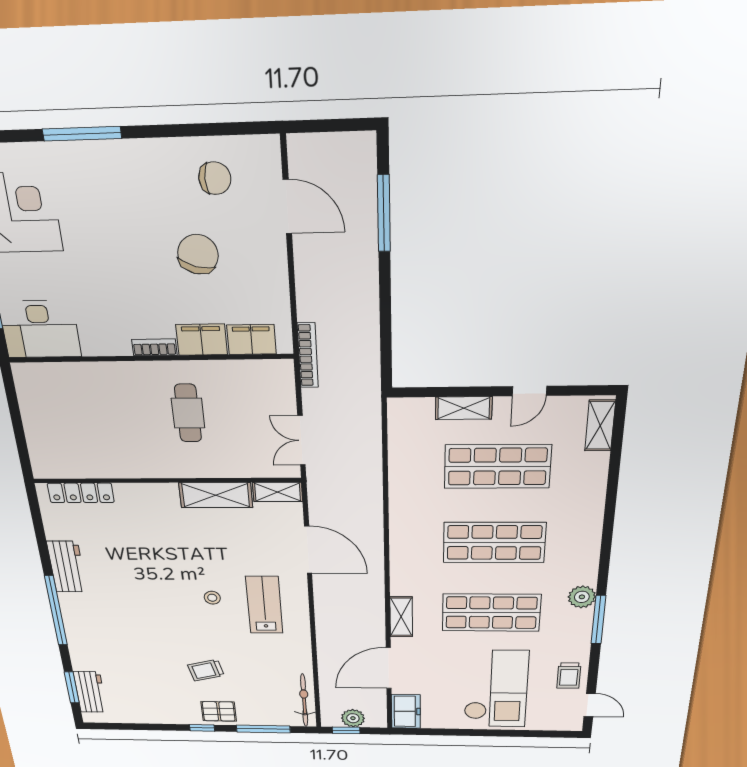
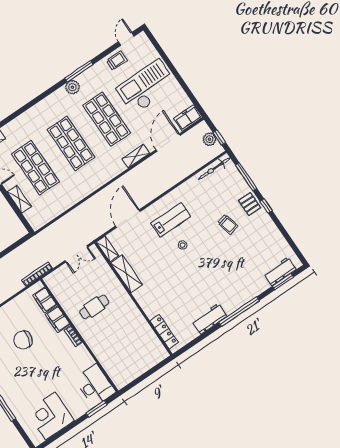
lab bench: (264, 605) -> (171, 220), turned 180
door: (389, 668) -> (168, 143), swing flipped

